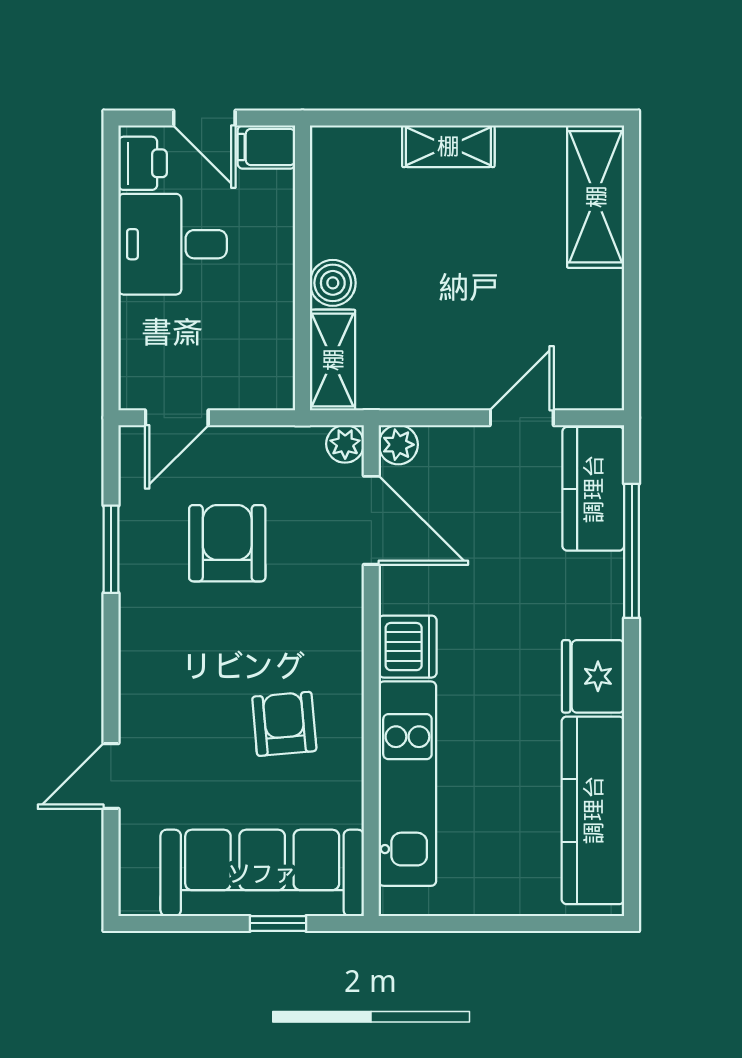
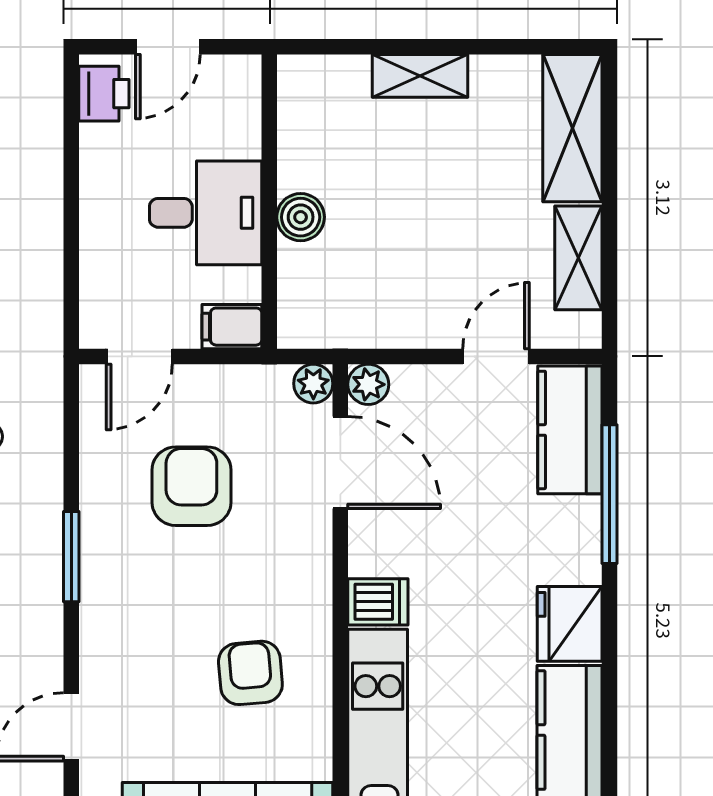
door: (204, 118) -> (168, 47), hinge flipped
filing cabinet: (266, 147) -> (232, 327), moved
desk: (173, 244) -> (206, 213), moved, turned 180
shelving: (333, 360) -> (578, 258), moved
window: (111, 549) -> (71, 557), moved
dishwasher: (408, 647) -> (378, 602), width x0.73

